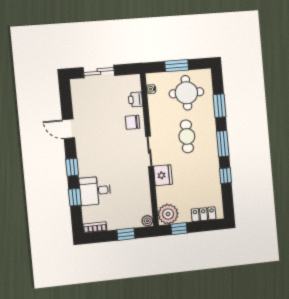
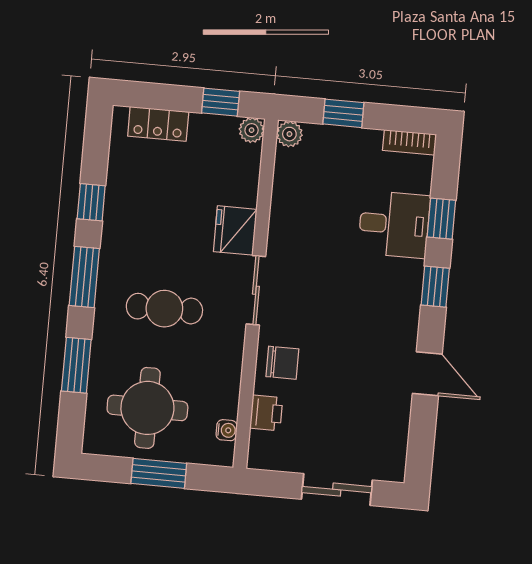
cafe table: (187, 136) -> (164, 309), turned 90
plant: (168, 214) -> (252, 130), width x0.53, depth x0.53

